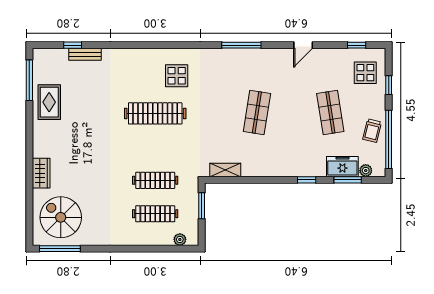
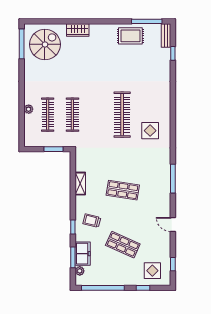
bench: (85, 54) -> (166, 35), moved
shop shelf: (330, 112) -> (123, 245), turned 33
trolley: (372, 131) -> (92, 221), moved
shelving: (225, 170) -> (80, 184), moved
plant: (180, 239) -> (29, 109), moved

